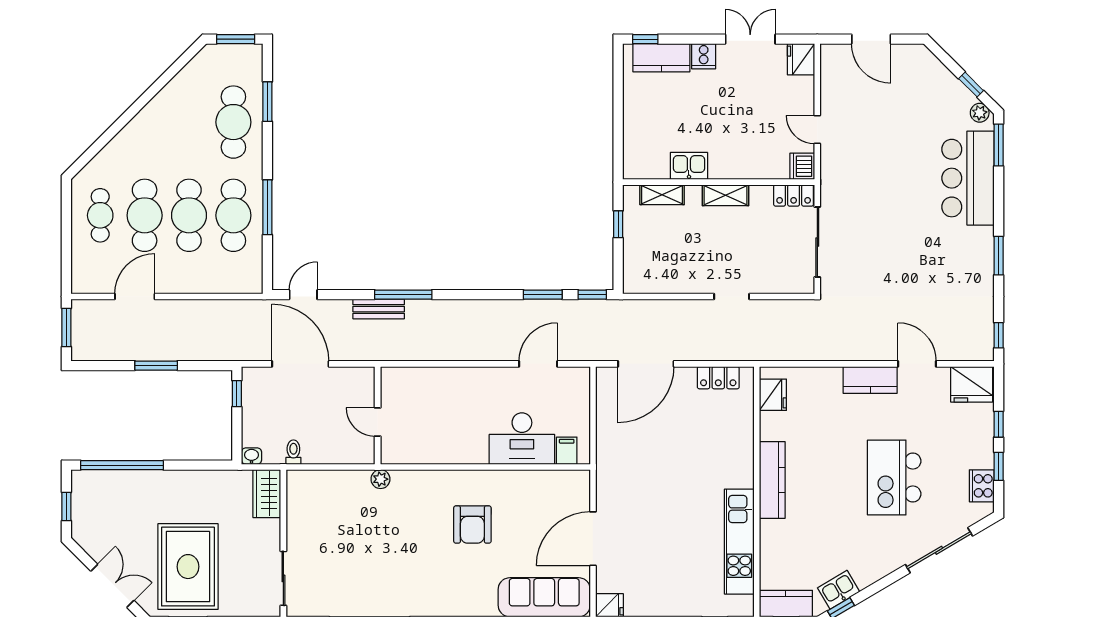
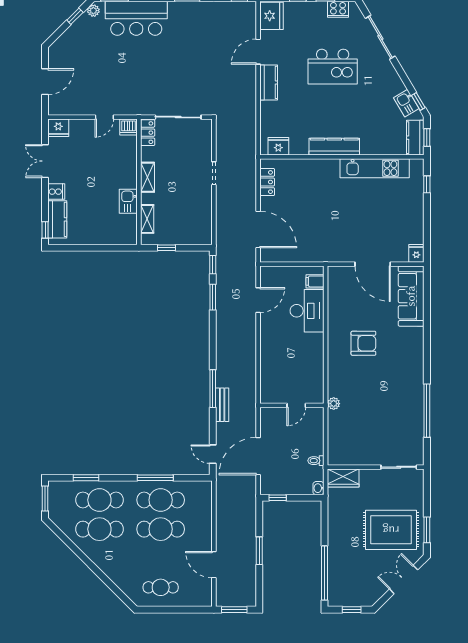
cafe table: (145, 215) -> (99, 529), moved
door: (538, 364) -> (258, 300), swing flipped

